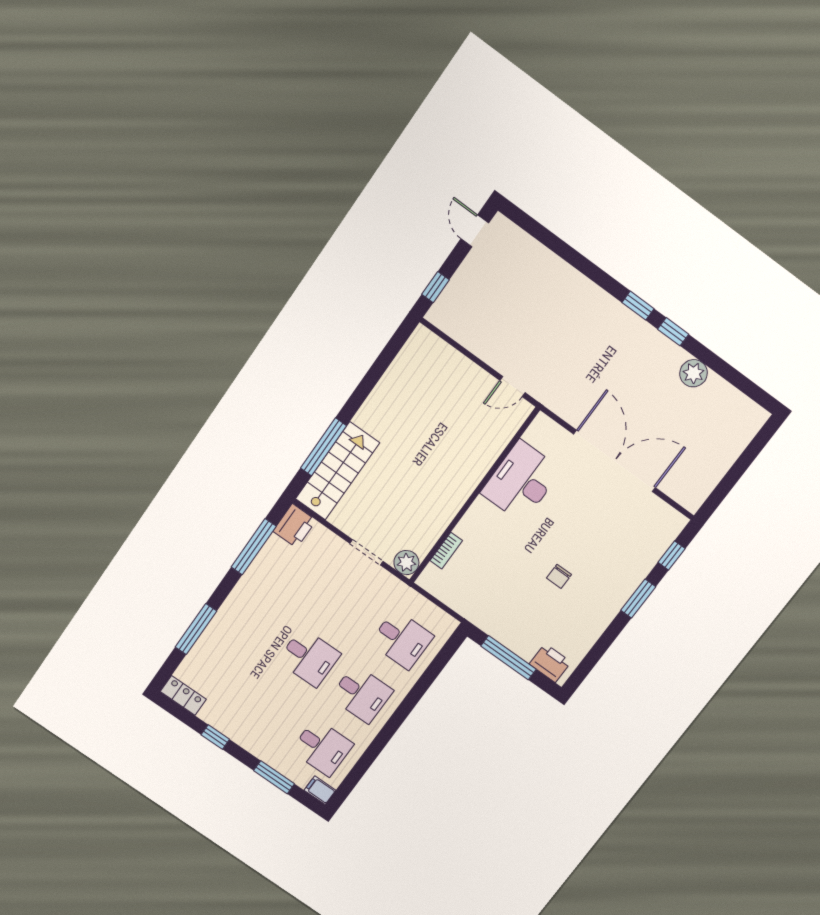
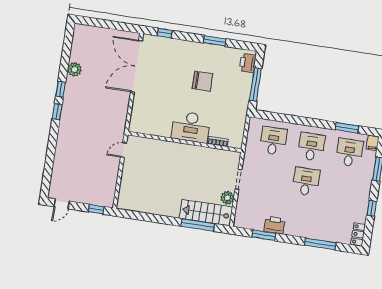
door: (512, 386) -> (124, 150), swing flipped
double door: (615, 461) -> (137, 66), moved
desk: (521, 481) -> (191, 127), moved
printer: (295, 526) -> (275, 225), moved
window: (254, 547) -> (264, 235), width x0.69
plant: (406, 563) -> (227, 198), moved
chair: (559, 576) -> (202, 81), width x1.87, depth x1.87
window: (638, 599) -> (215, 41), moved
window: (364, 763) -> (347, 128), added

